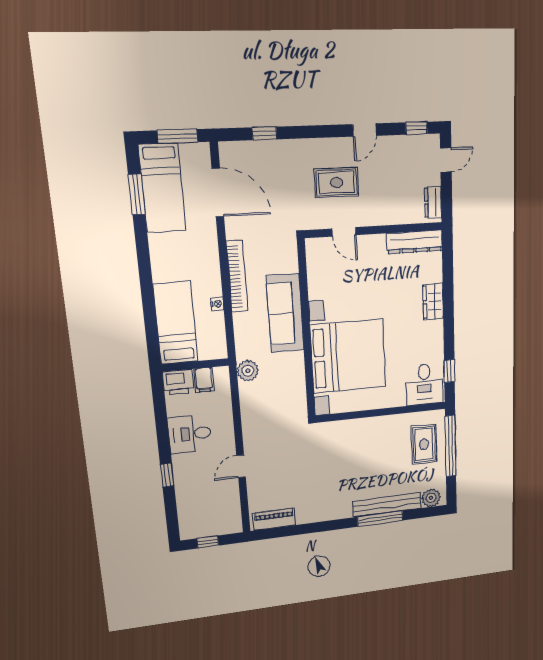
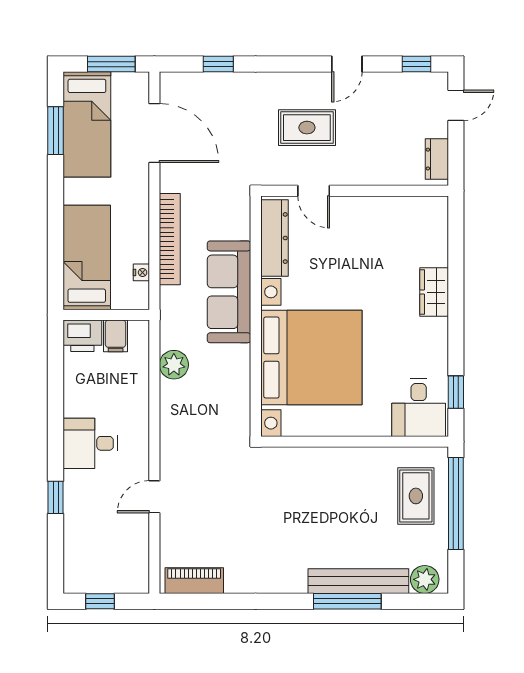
dresser: (415, 242) -> (275, 238), moved, turned -90
bed: (176, 323) -> (87, 257), moved
wall: (195, 365) -> (106, 315), moved
filing cabinet: (204, 380) -> (116, 336), moved
printer: (178, 382) -> (82, 336), moved

